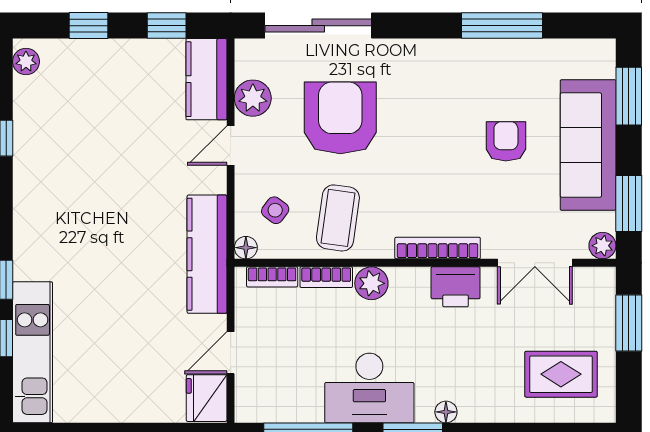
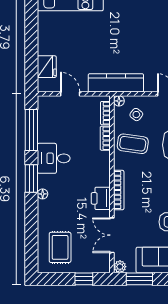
plant: (371, 283) -> (102, 159), removed
window: (629, 323) -> (84, 279), width x0.67
desk: (369, 388) -> (54, 158), width x0.73
fridge: (207, 398) -> (47, 67), moved, turned 90

